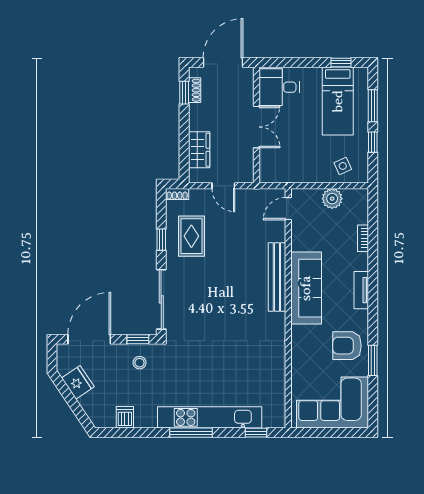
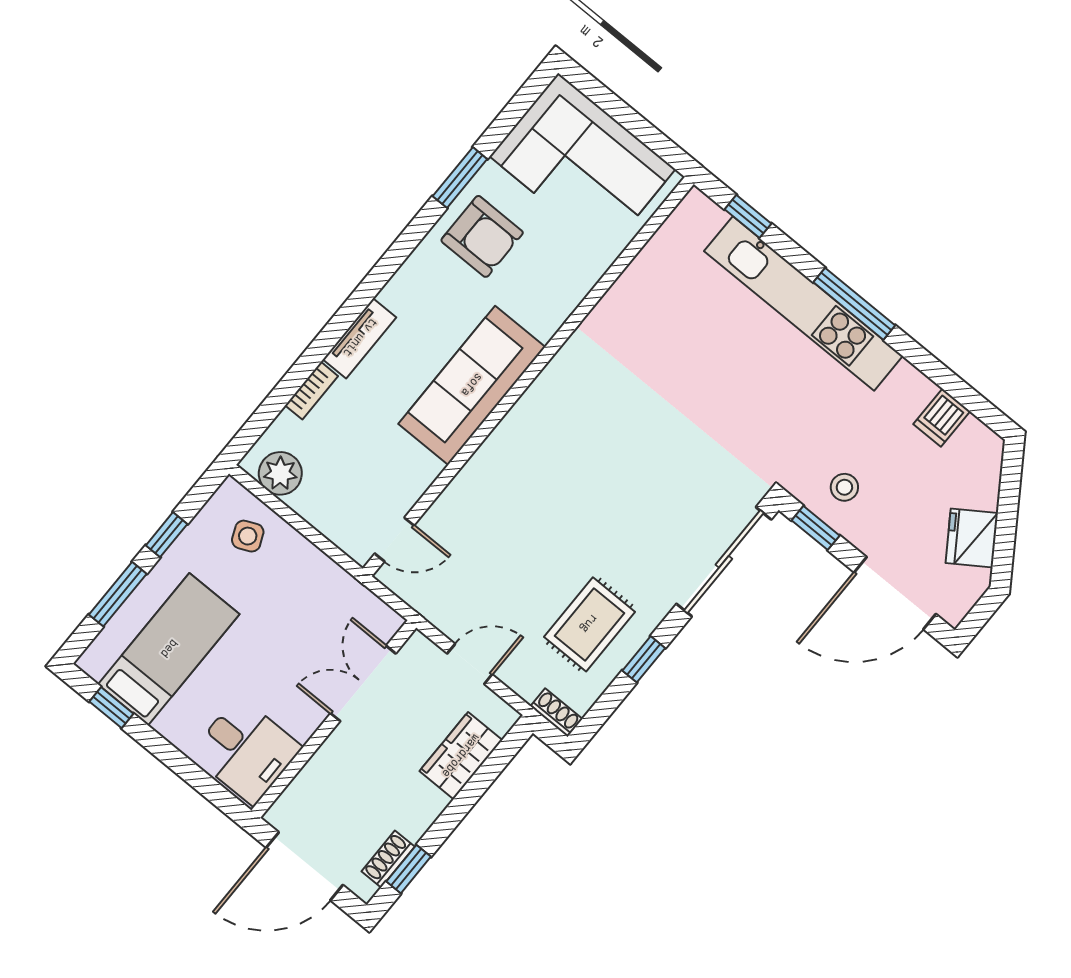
double door: (256, 127) -> (363, 683), moved
door: (223, 186) -> (470, 664), hinge flipped
plant: (332, 199) -> (280, 473), moved
bench: (277, 277) -> (505, 443), removed
tv unit: (361, 290) -> (360, 338), moved

